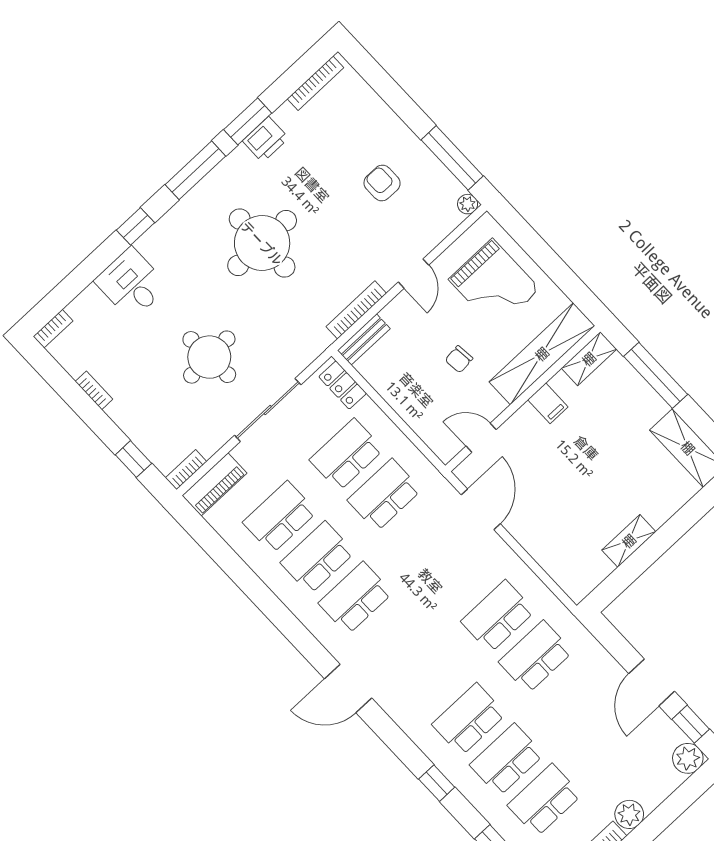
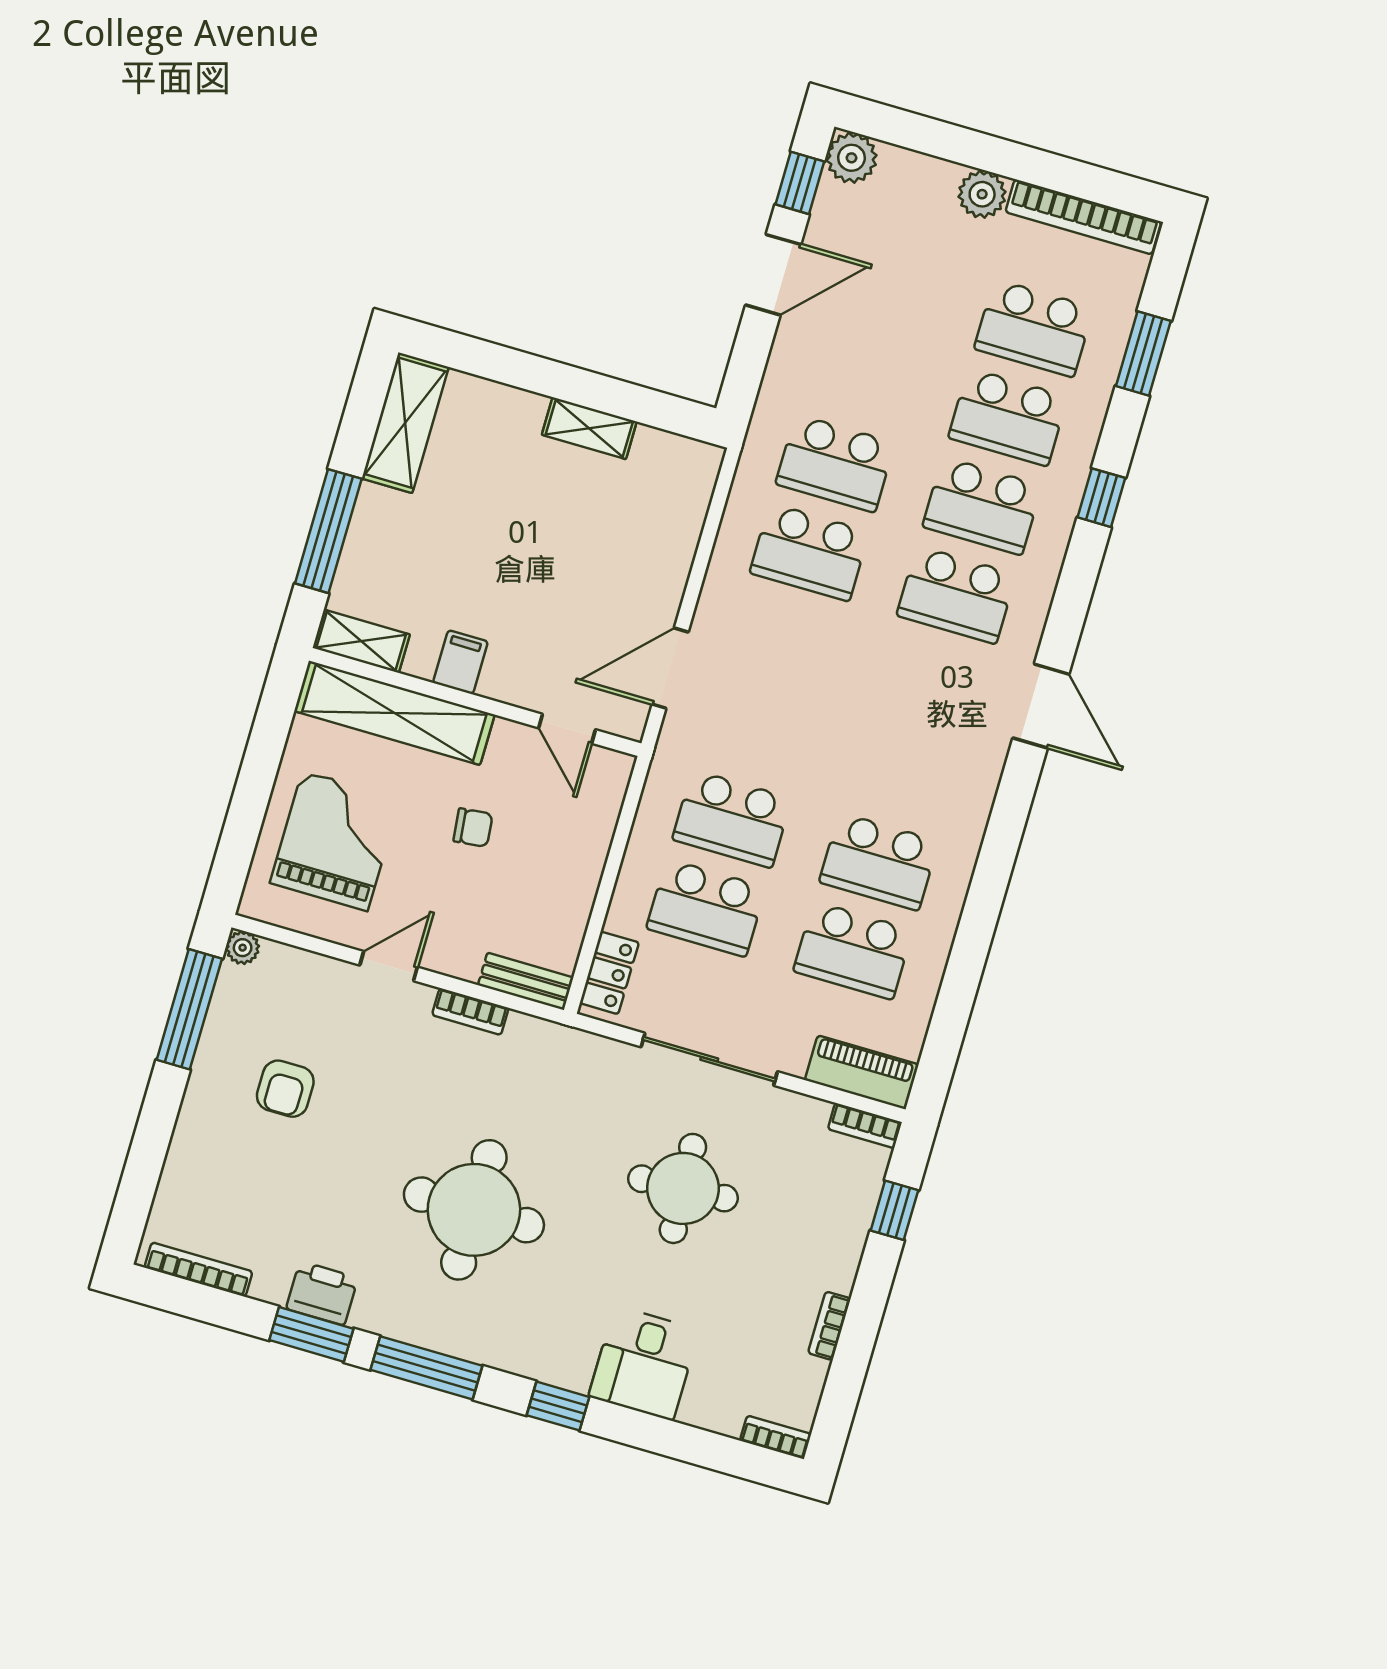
bookcase: (356, 310) -> (470, 1012), width x0.64
school desk: (355, 598) -> (956, 595), moved

